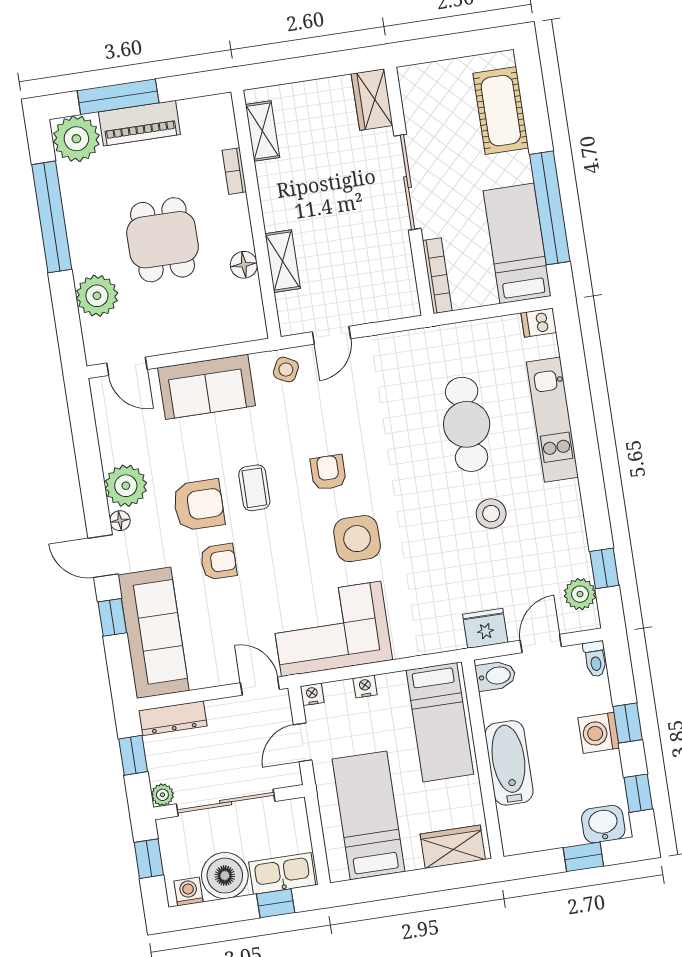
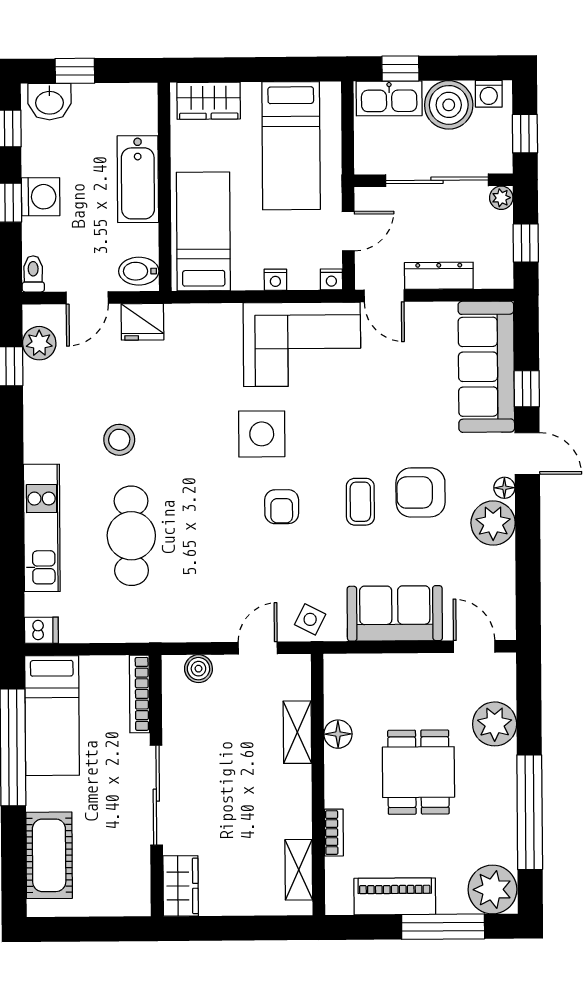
piano: (139, 123) -> (395, 896), moved
boiler: (385, 308) -> (198, 669), added
armchair: (219, 562) -> (408, 431), removed
dresser: (173, 718) -> (439, 276), moved

